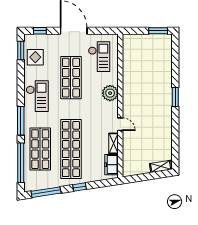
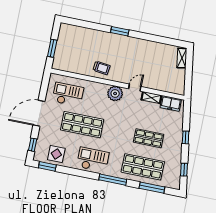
window: (158, 31) -> (52, 48), moved
trolley: (134, 86) -> (102, 68), added
plant: (110, 93) -> (115, 93), moved
shop shelf: (71, 149) -> (149, 138), width x0.50, depth x0.74
window: (21, 163) -> (152, 188), width x0.68
window: (46, 192) -> (184, 170), width x0.46

